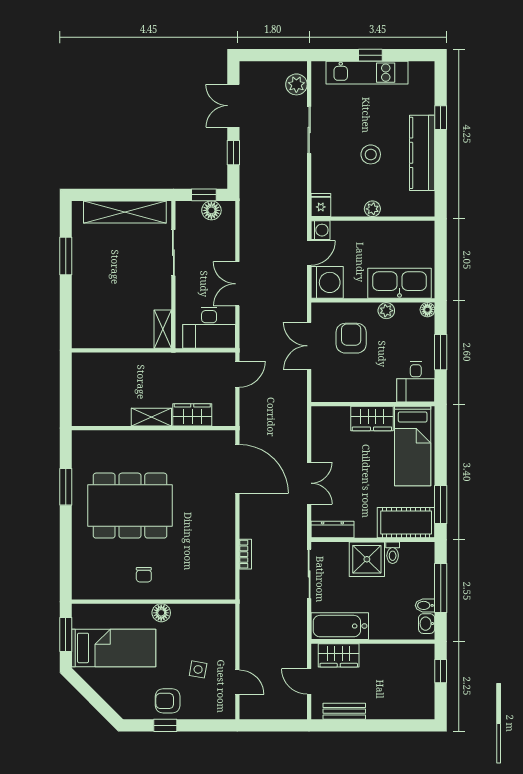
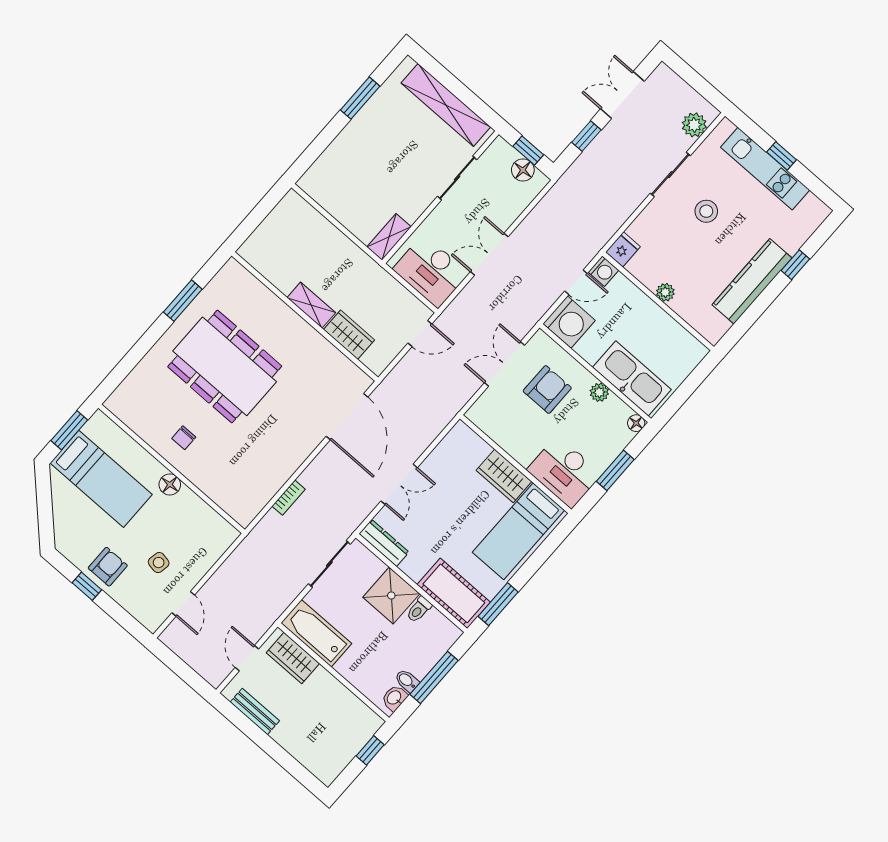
stool: (371, 154) -> (706, 211), moved
desk: (416, 382) -> (564, 472), width x1.37
armchair: (168, 701) -> (108, 567), turned 90

